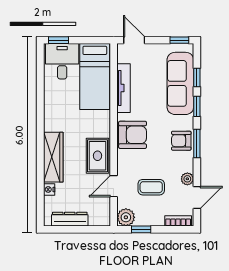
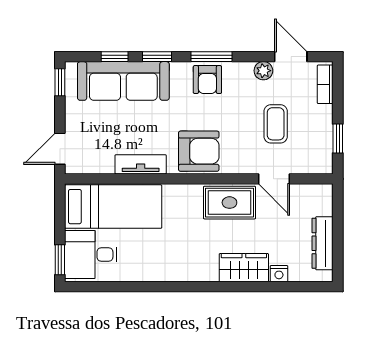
tv unit: (124, 88) -> (141, 164), width x0.71
armchair: (133, 135) -> (199, 151), turned 90
wardrobe: (53, 157) -> (244, 268), width x0.67
plant: (126, 217) -> (320, 161), removed

